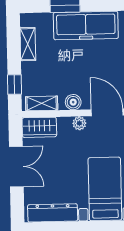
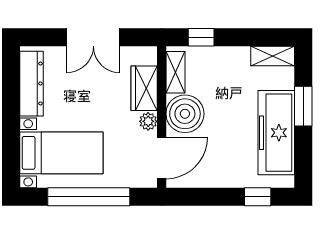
shelving: (28, 44) -> (273, 56), moved
boiler: (73, 102) -> (185, 114), width x1.86, depth x1.86
wardrobe: (39, 127) -> (144, 88), moved

